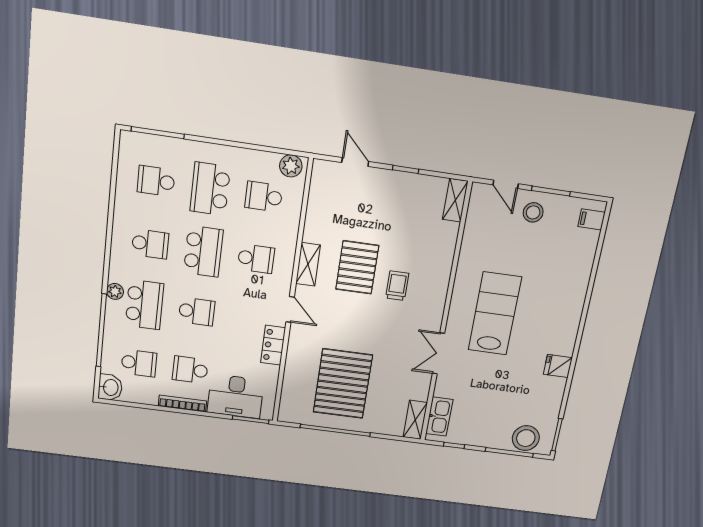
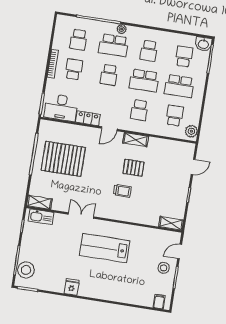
school desk: (210, 189) -> (179, 86), turned 180
pallet: (357, 267) -> (133, 168), width x0.67, depth x0.71
lab bench: (495, 314) -> (105, 248), turned 180
washbasin: (110, 387) -> (203, 44), moved
desk: (236, 396) -> (61, 107), moved, turned -90

